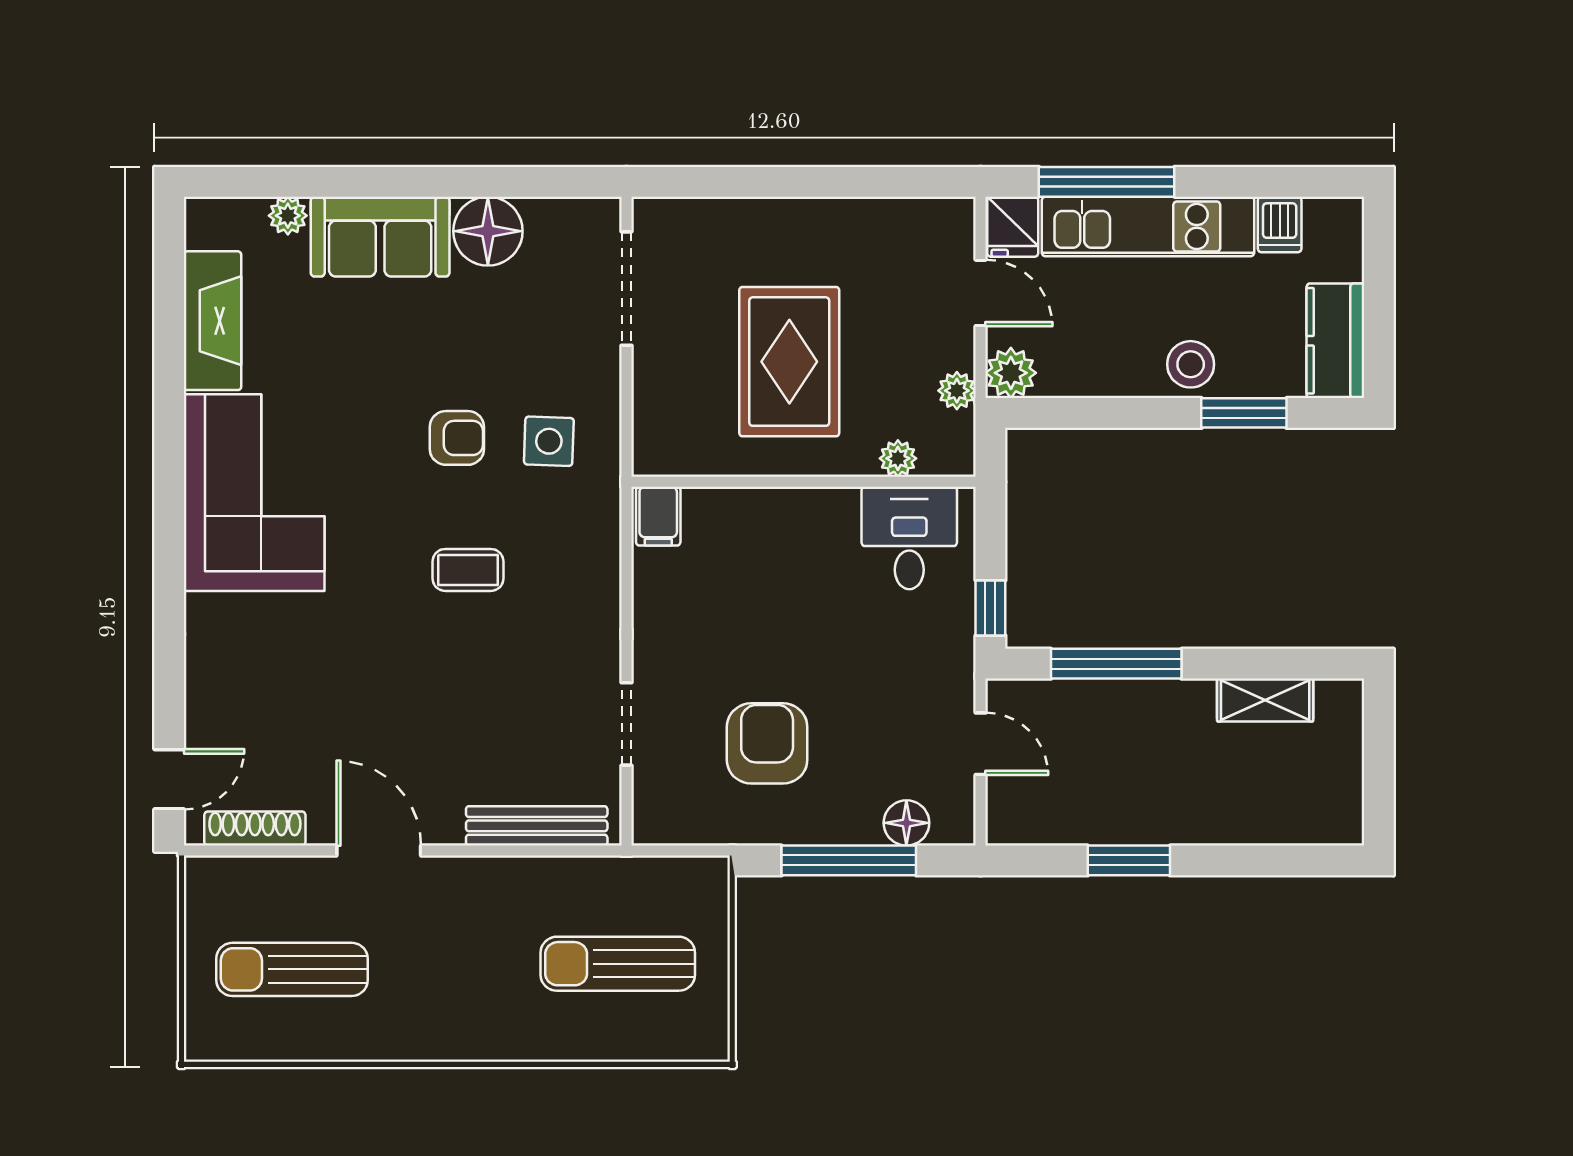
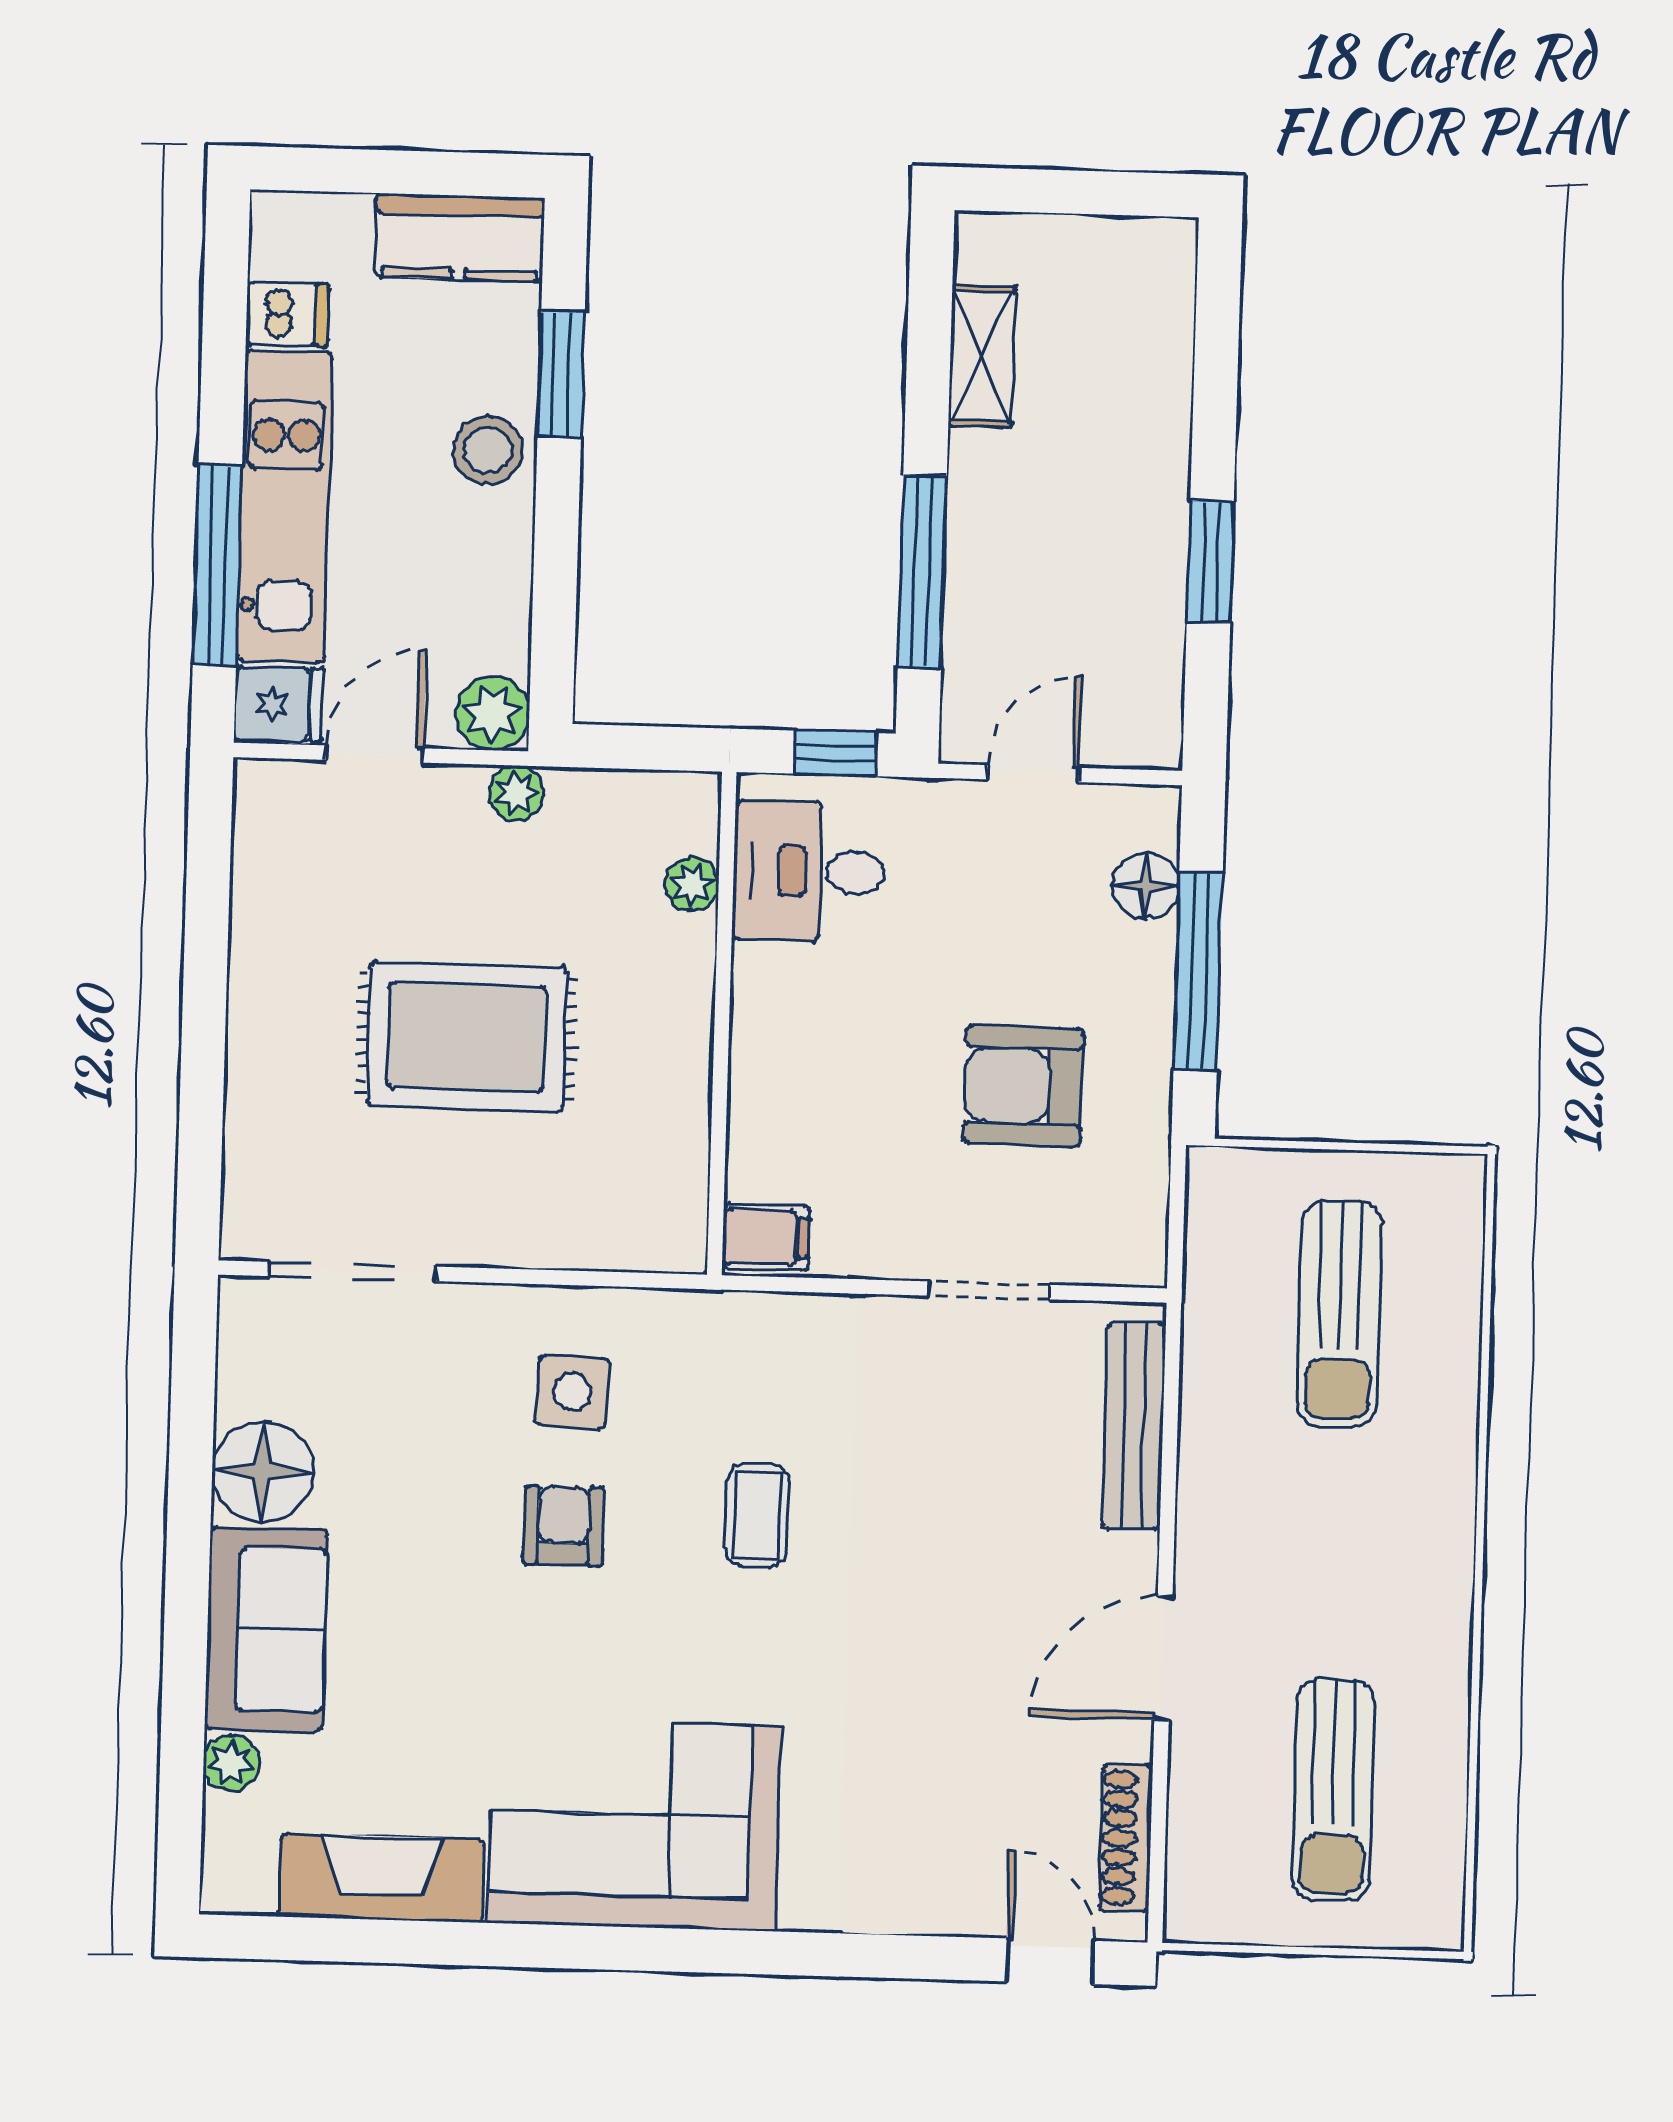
plant: (898, 458) -> (692, 884), moved
wall: (804, 482) -> (722, 1023), moved
filing cabinet: (658, 516) -> (766, 1237), moved
desk: (909, 538) -> (809, 871), moved

